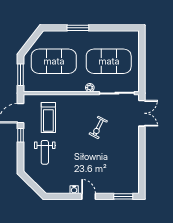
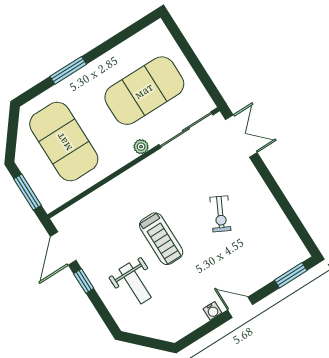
exercise mat: (54, 61) -> (64, 142), turned 90
treadmill: (48, 118) -> (161, 239), moved
exercise bike: (98, 128) -> (220, 214), moved

